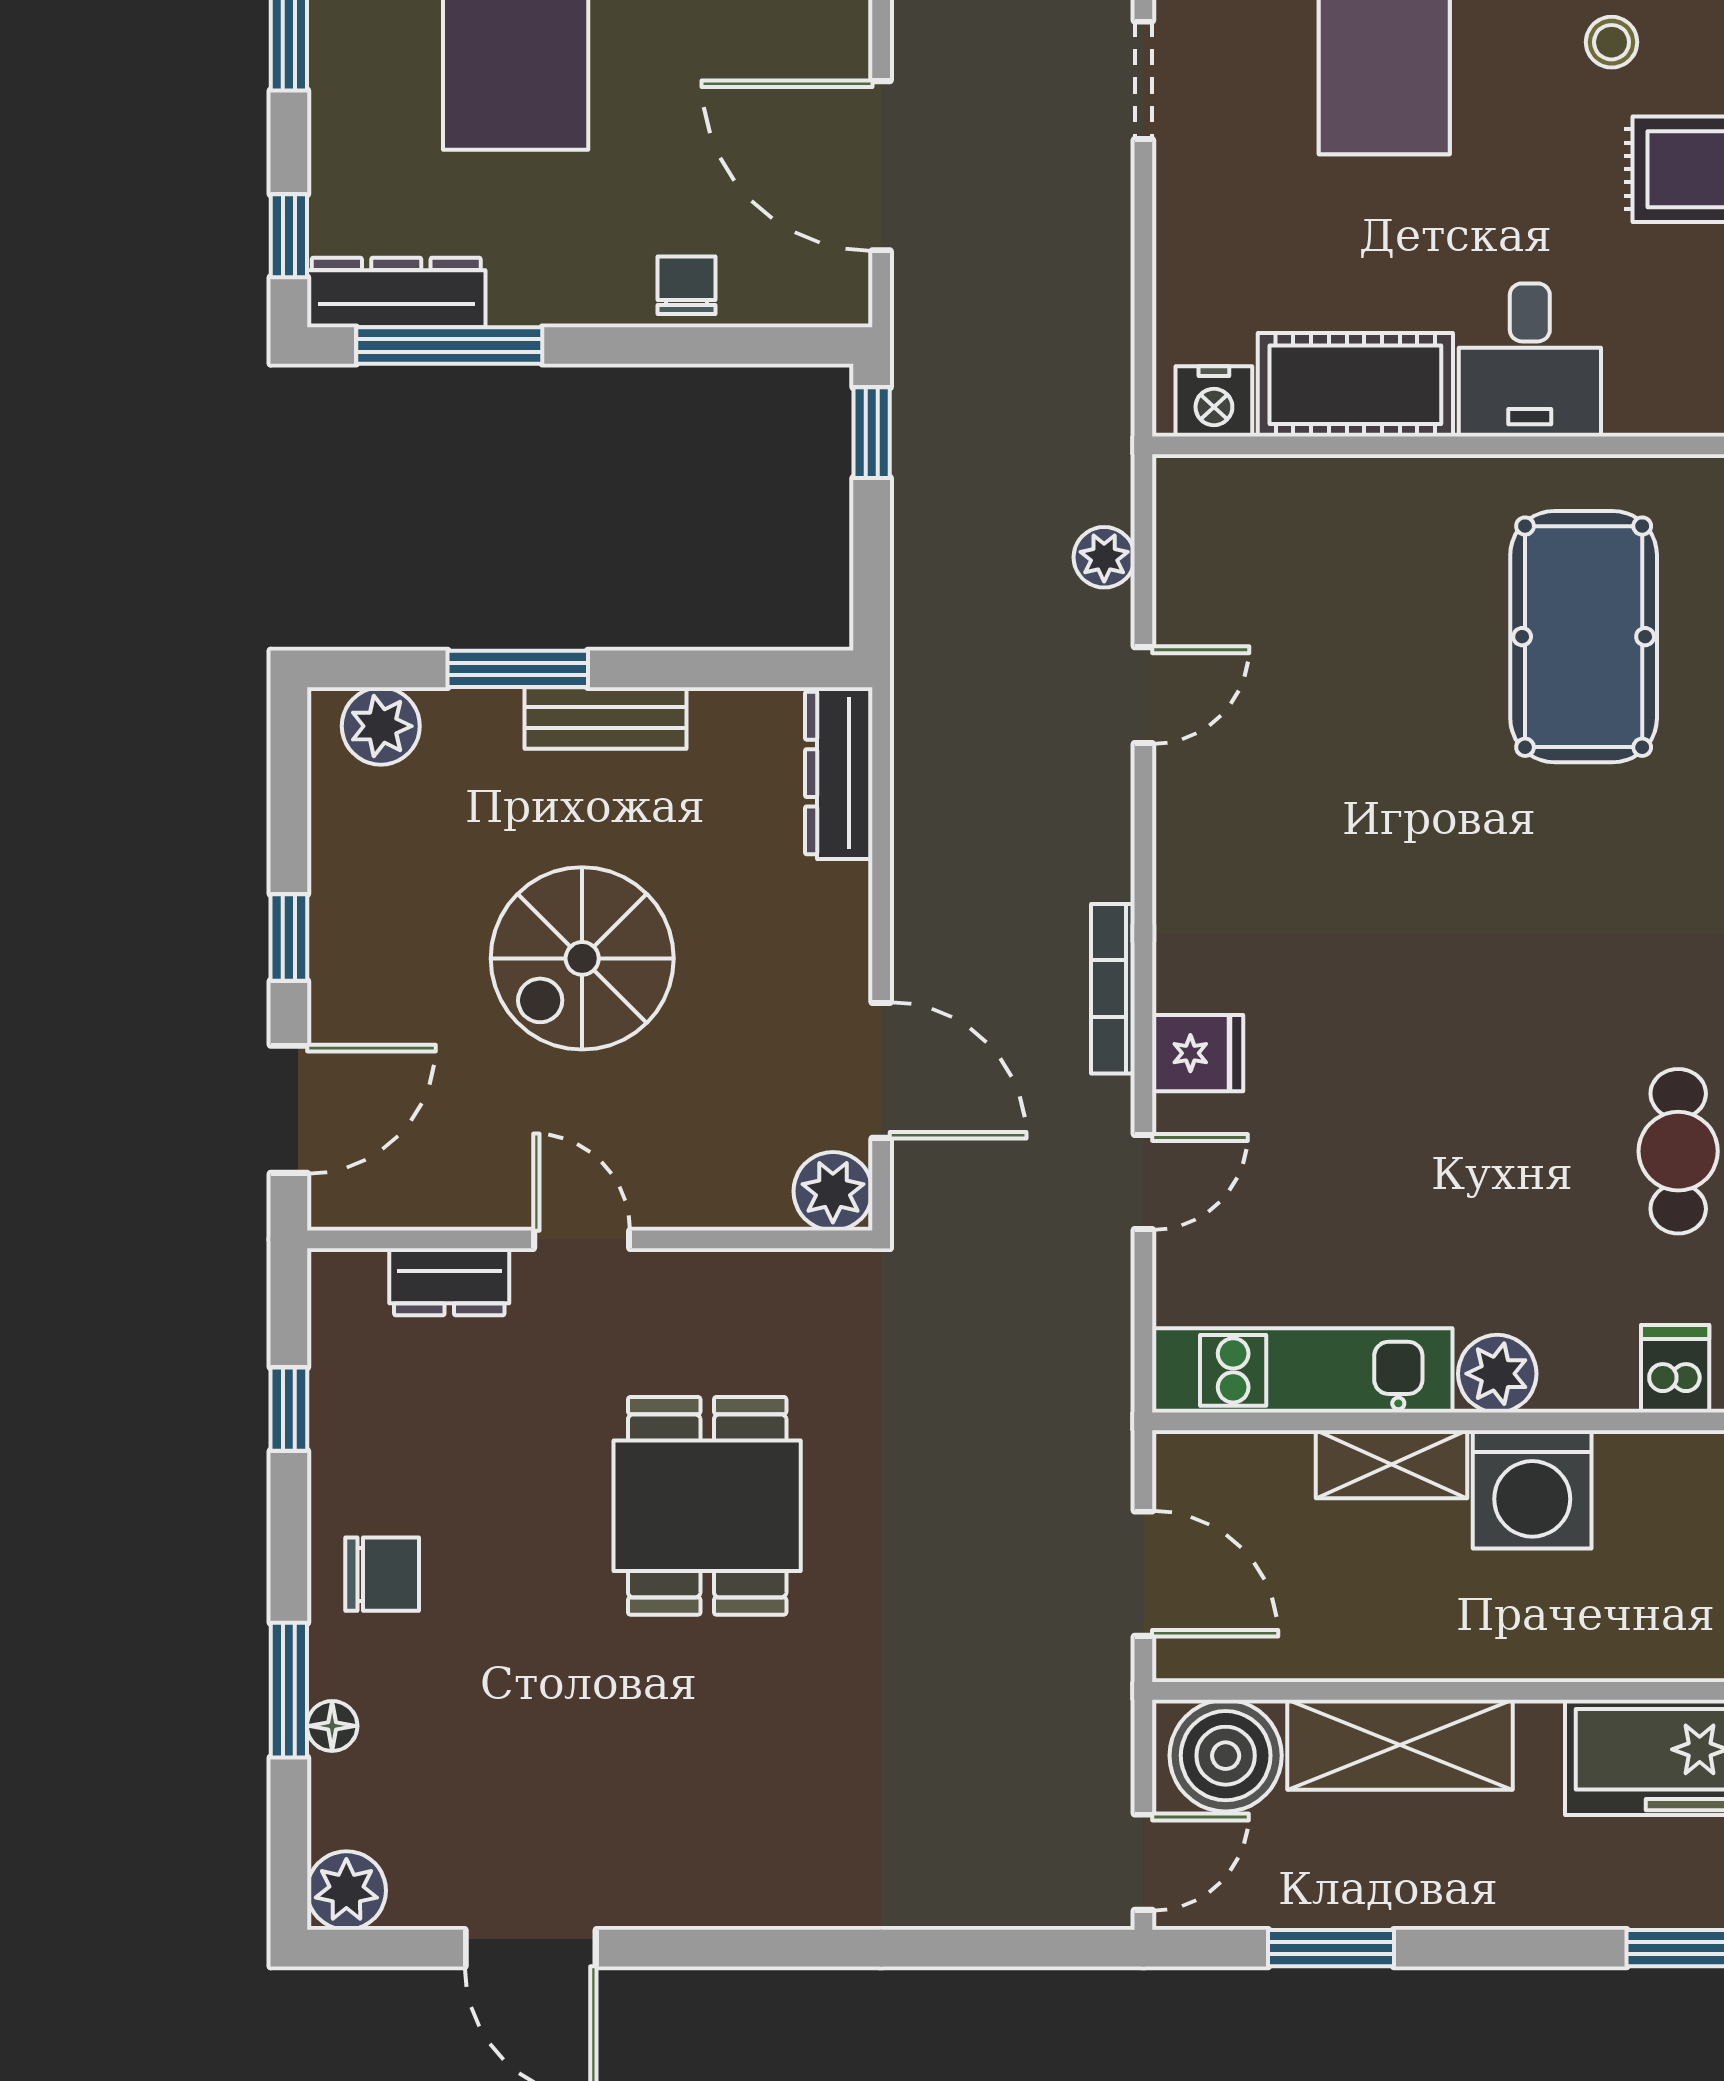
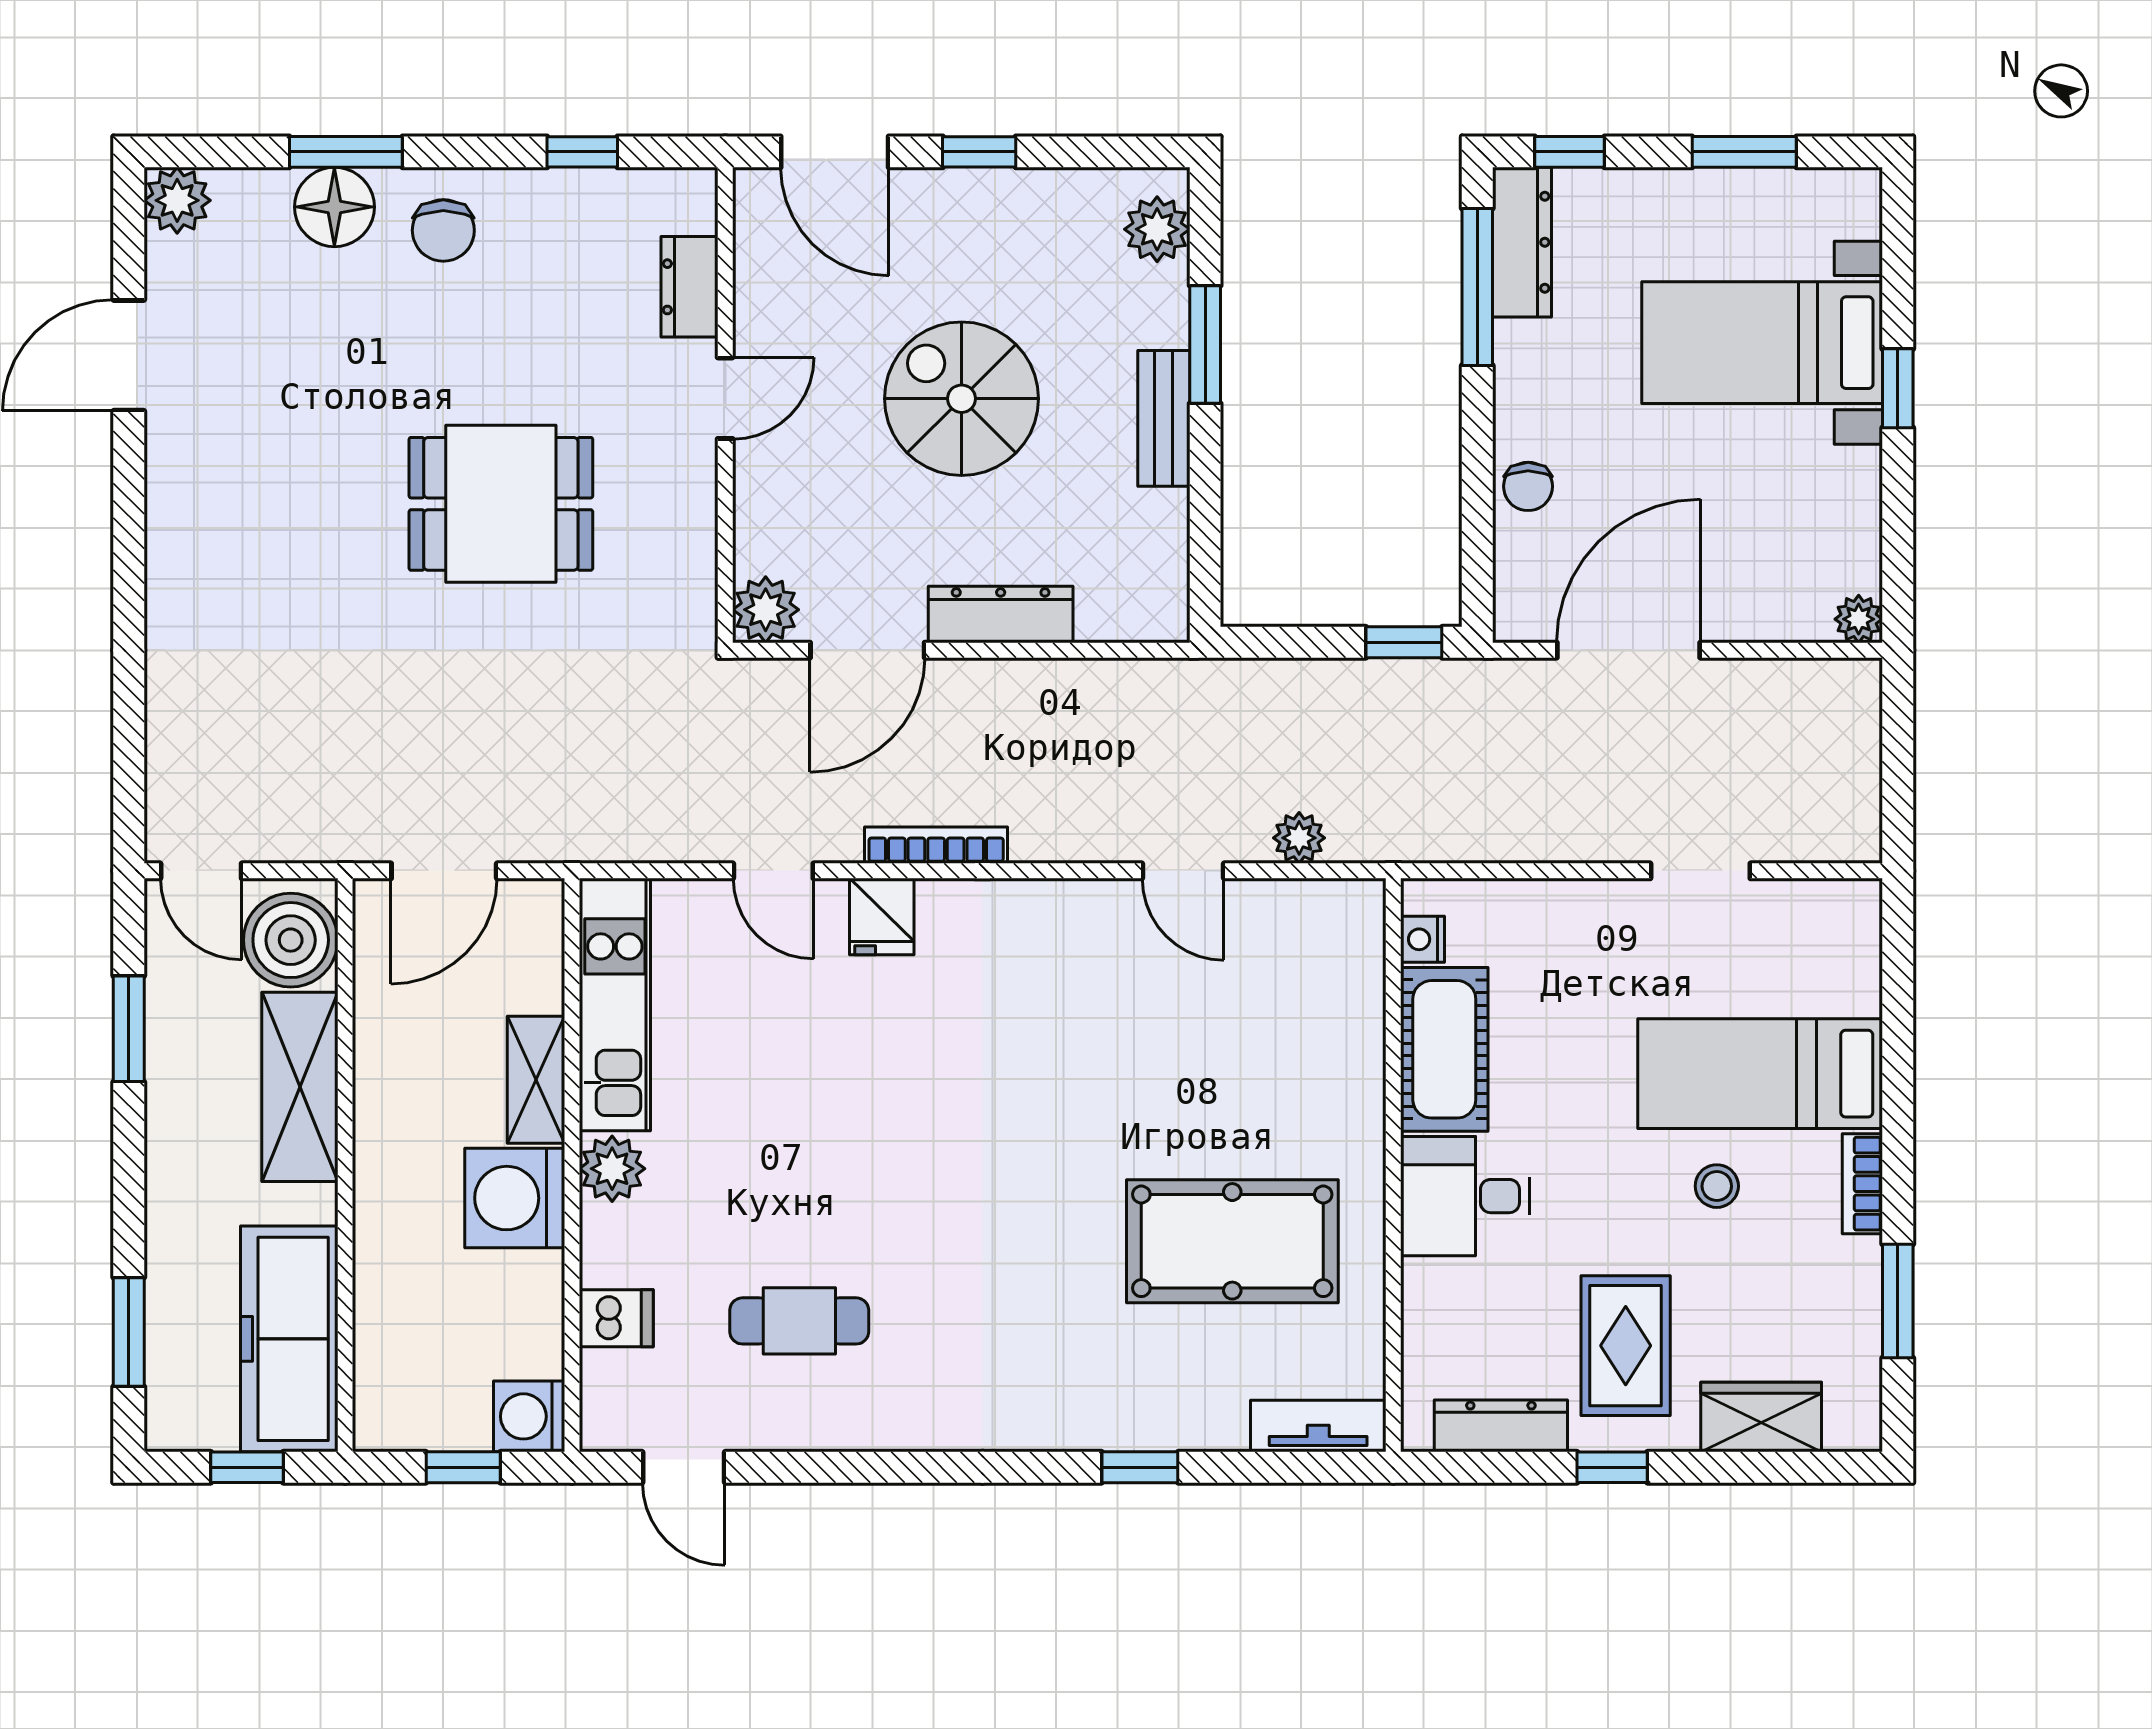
stool: (1612, 42) -> (1717, 1186), moved
chair: (686, 285) -> (1528, 486), turned 90
nightstand: (1214, 401) -> (1423, 939), width x0.72, depth x0.74
dresser: (839, 773) -> (1001, 615), moved
floor lamp: (332, 1726) -> (334, 207), width x1.89, depth x1.89

